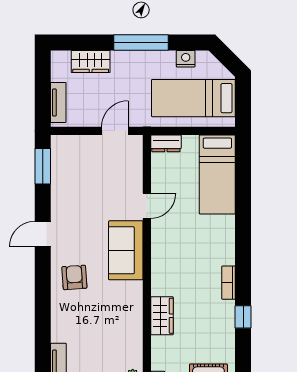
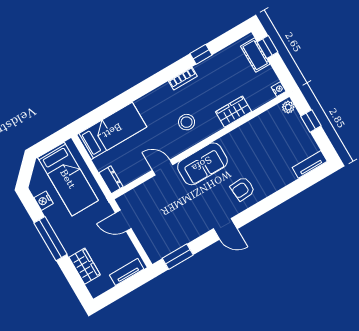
stool: (180, 259) -> (187, 122), added

